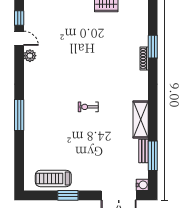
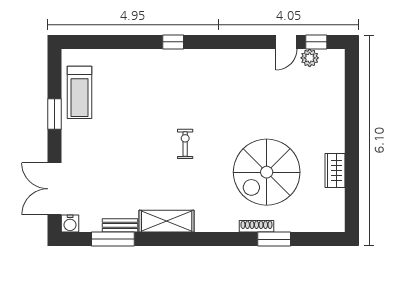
spiral stairs: (107, 52) -> (267, 172), added
plant: (30, 56) -> (310, 58), moved
window: (19, 115) -> (173, 42), width x0.46
treadmill: (53, 178) -> (79, 92), turned 180

